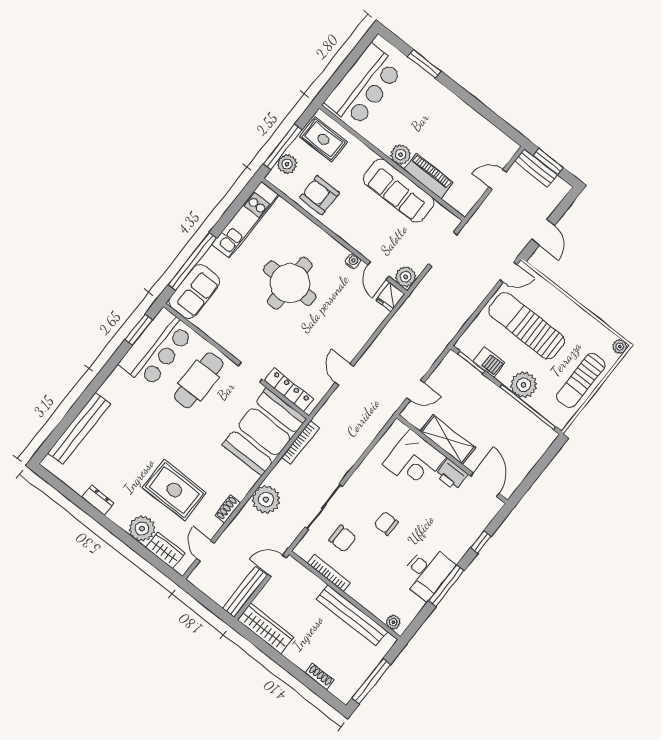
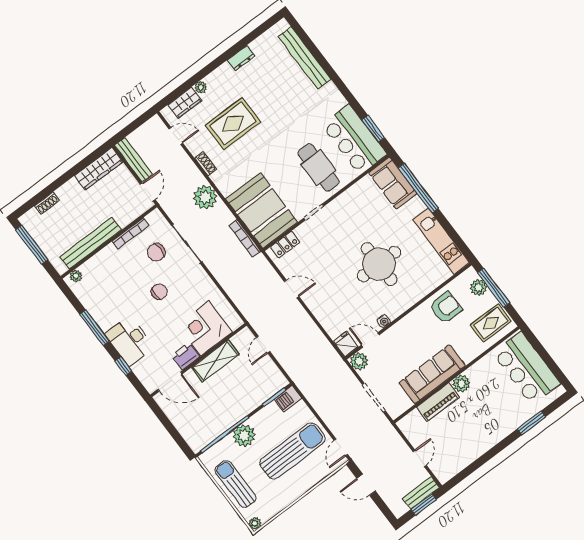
barbecue: (489, 362) -> (288, 399), moved
locker: (289, 390) -> (285, 245), width x0.66
plant: (142, 529) -> (201, 87), width x0.53, depth x0.53
desk: (427, 572) -> (130, 341), moved

